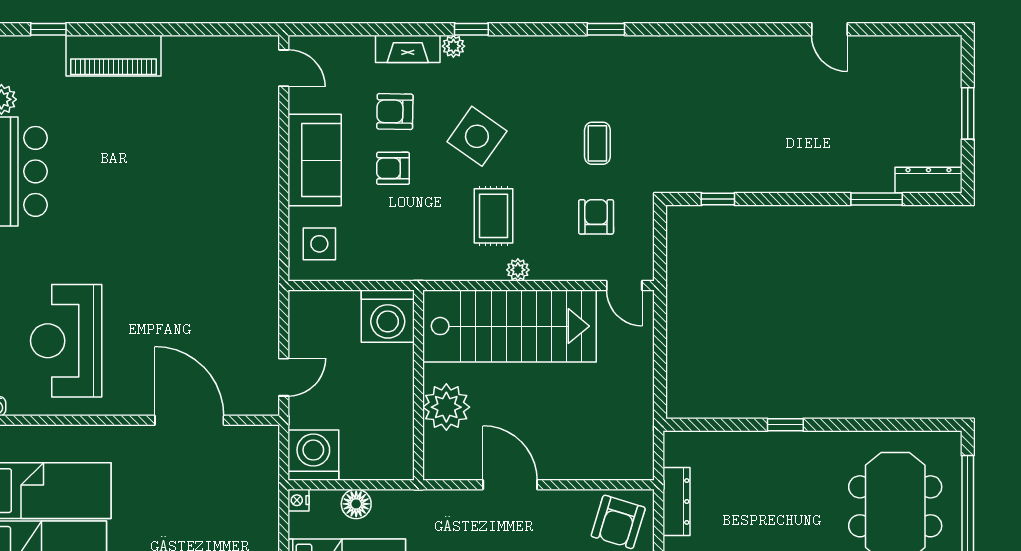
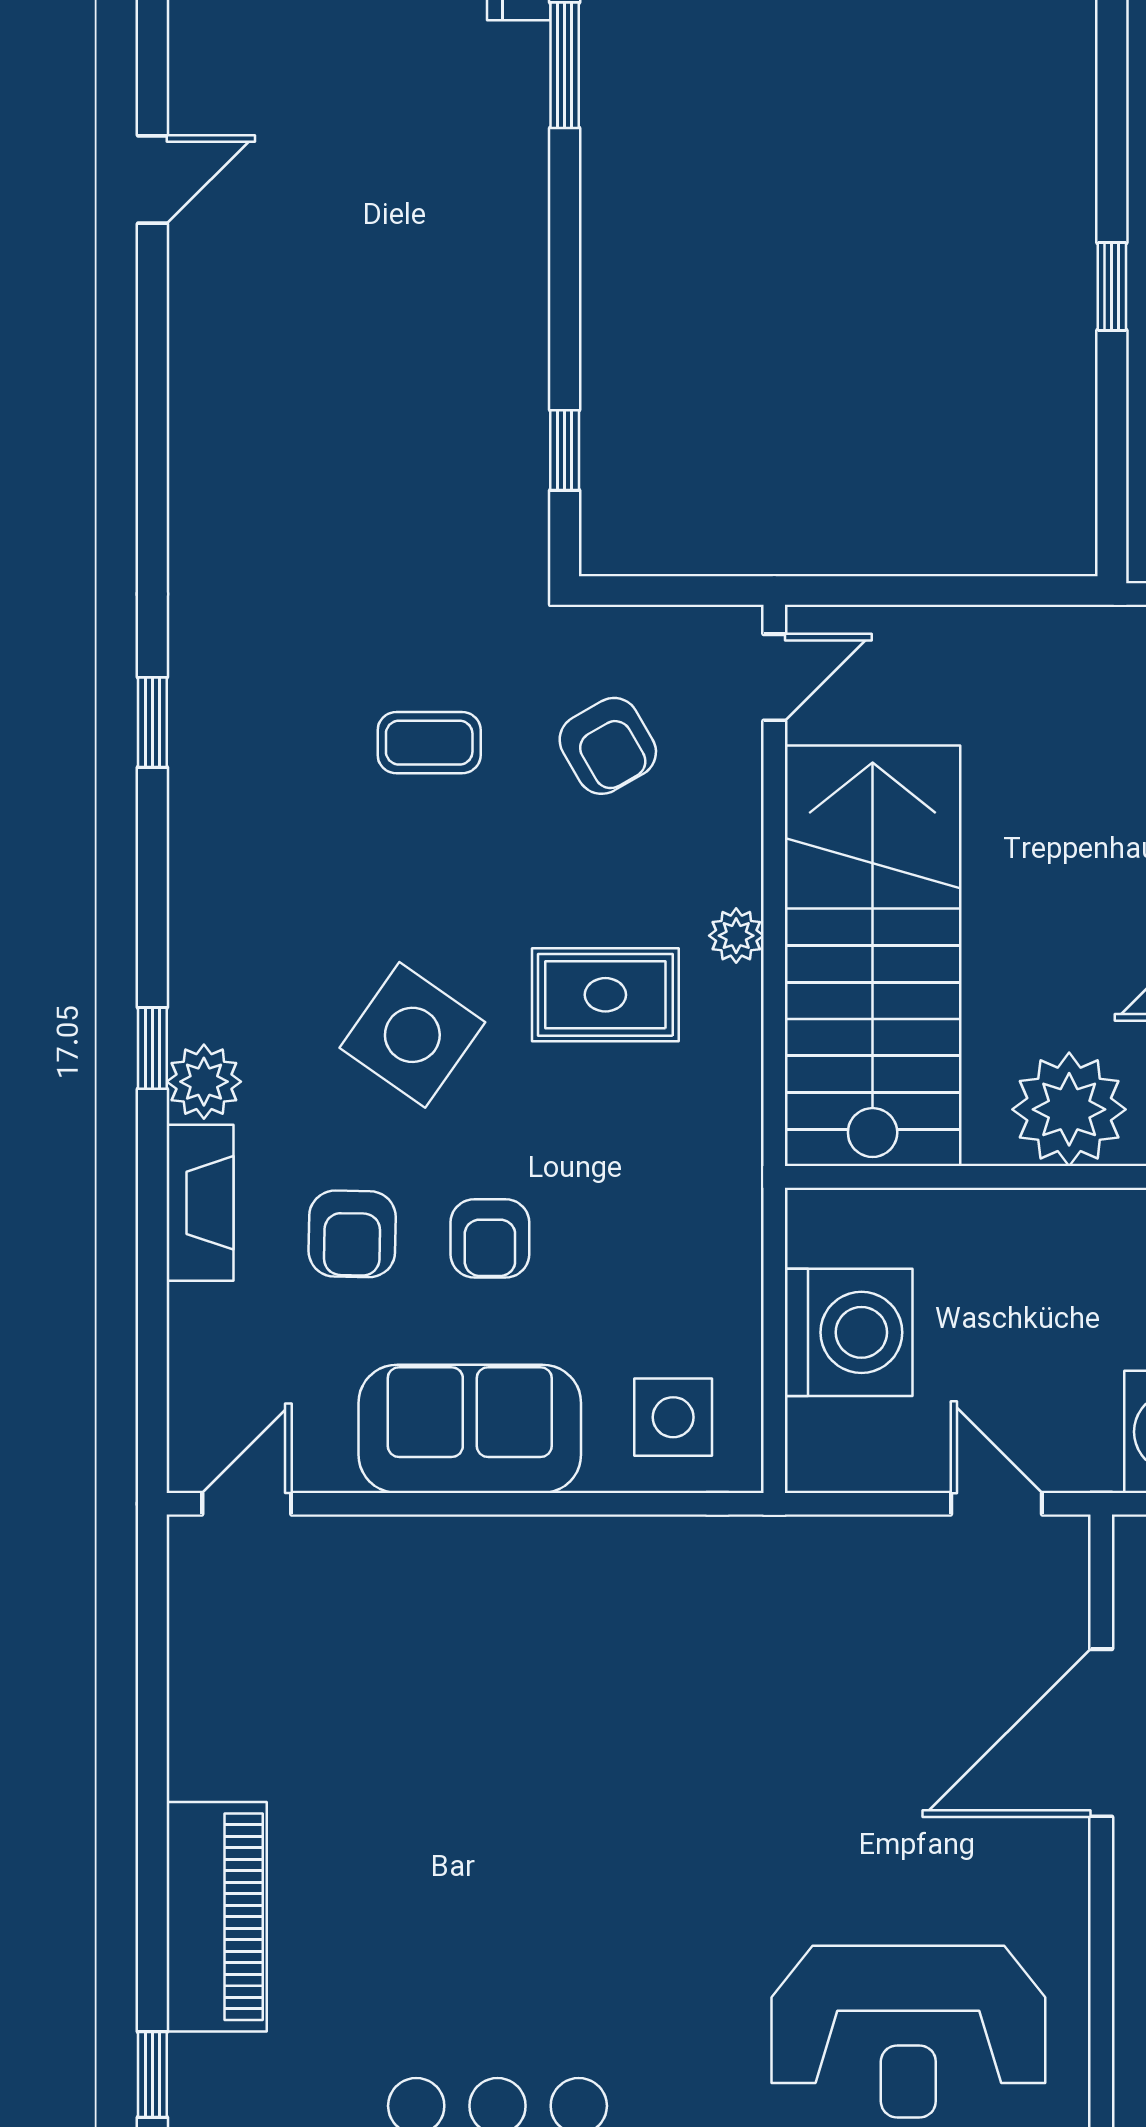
plant: (453, 46) -> (204, 1082), width x1.38, depth x1.38
armchair: (596, 217) -> (608, 746), turned -120
washing machine: (388, 316) -> (849, 1332), moved

